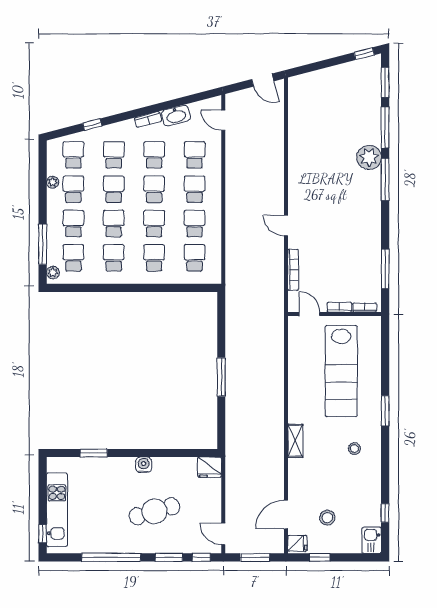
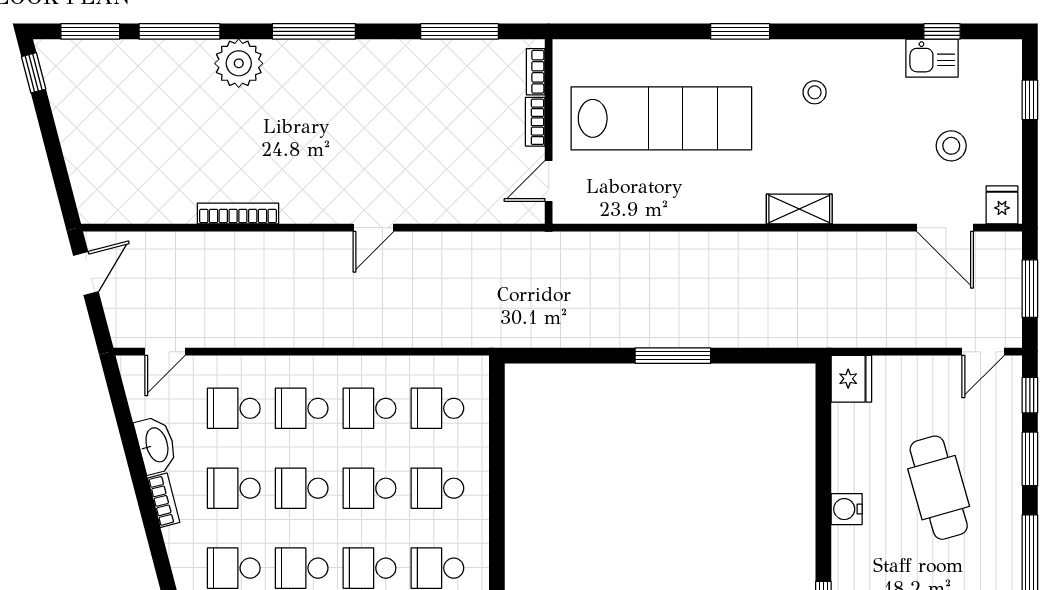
window: (385, 179) -> (314, 31), moved
bookcase: (293, 270) -> (238, 213), moved
kitchen sink: (372, 540) -> (932, 58), moved
window: (320, 557) -> (1030, 100), moved

